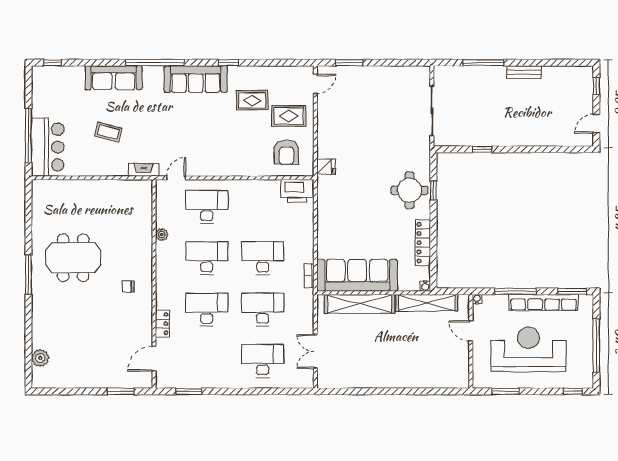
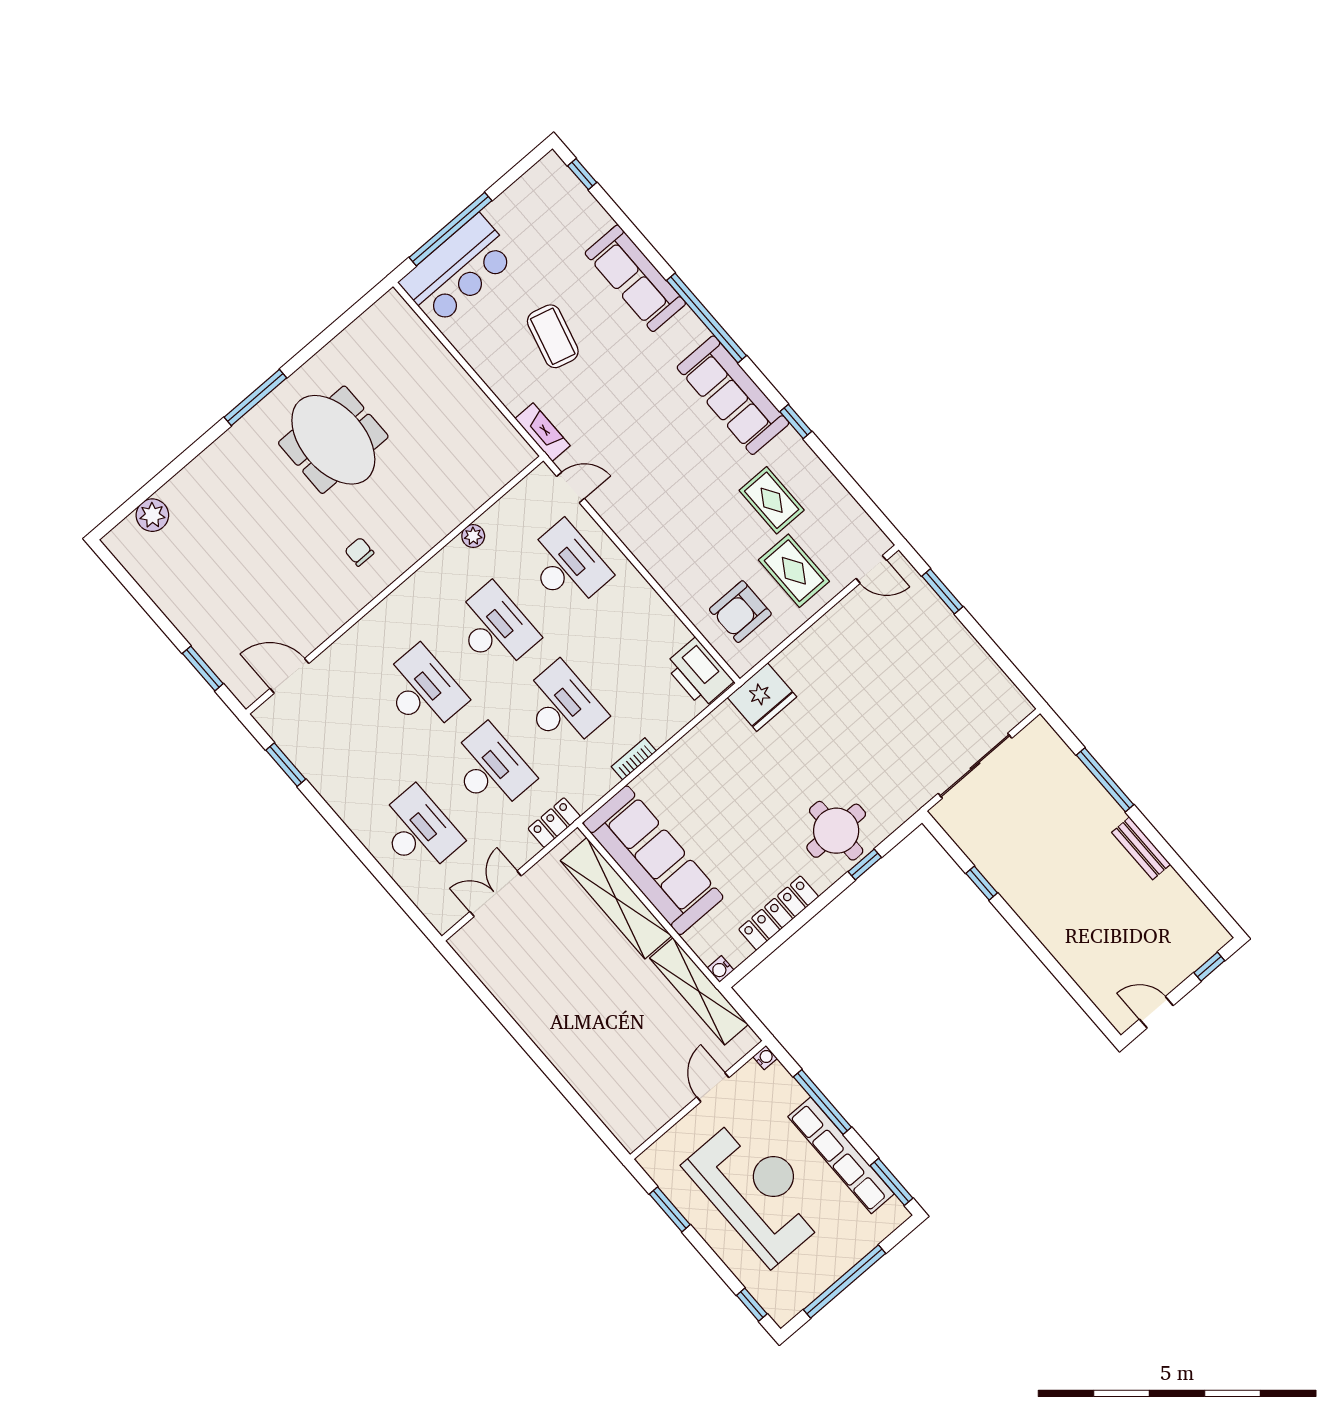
coffee table: (108, 132) -> (553, 336), width x1.36, depth x1.30
fridge: (326, 167) -> (762, 697), width x1.88, depth x1.34
bookcase: (309, 275) -> (634, 759), moved
locker: (162, 324) -> (554, 823), moved, turned 180

